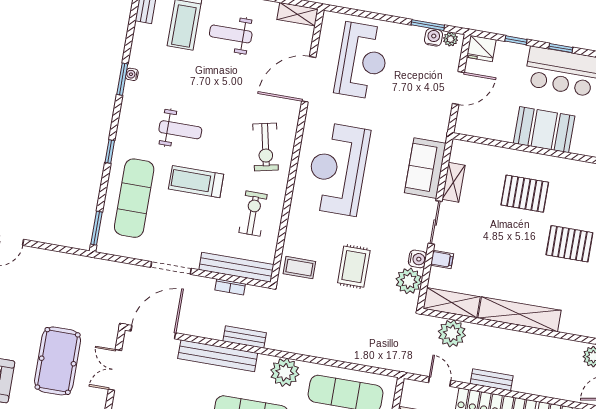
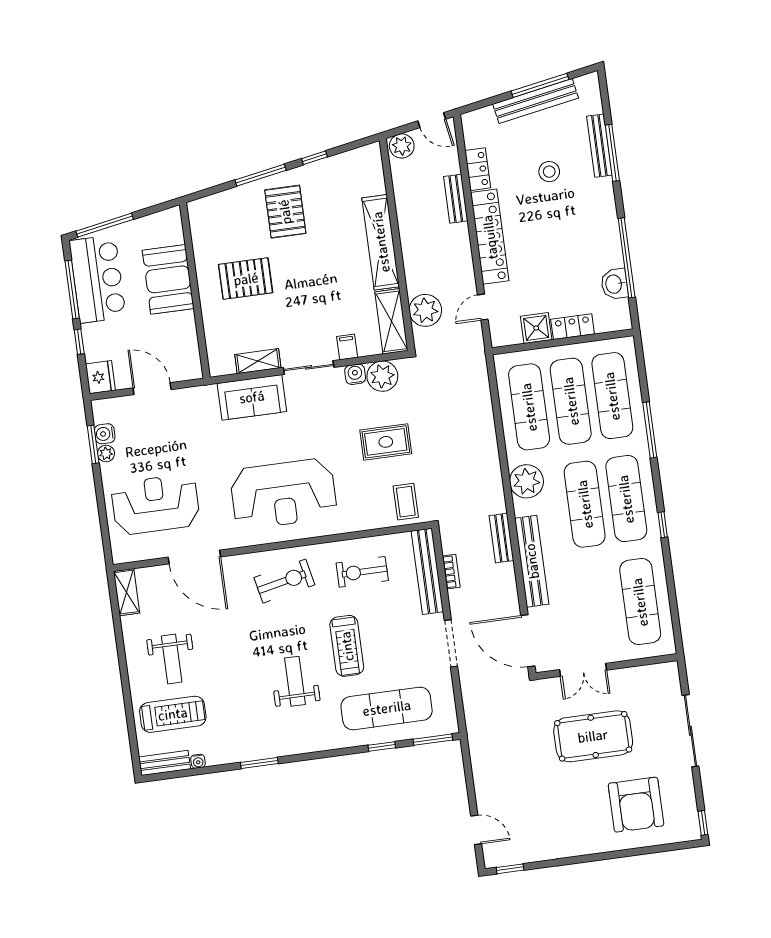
plant: (451, 39) -> (106, 454), moved
window: (561, 48) -> (72, 289), width x2.17
water cooler: (132, 74) -> (198, 761), moved
window: (110, 152) -> (382, 746), moved
pallet: (525, 194) -> (246, 279), turned 90
bench: (492, 380) -> (456, 199), moved

